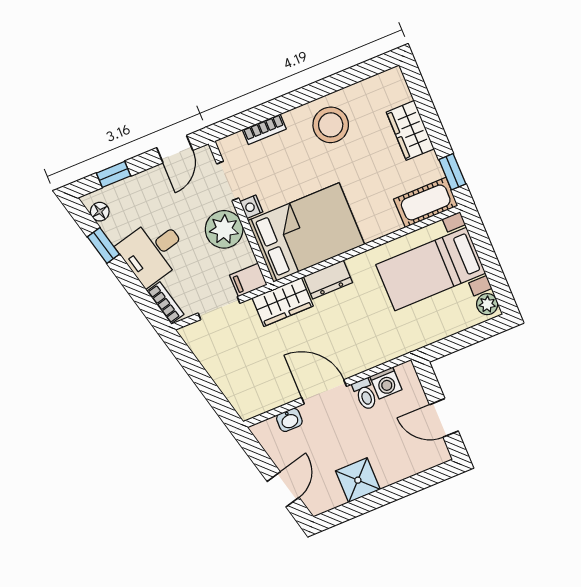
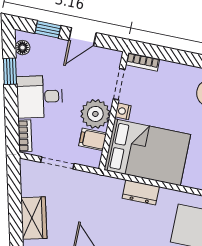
bookcase: (264, 129) -> (143, 62), moved
door: (175, 149) -> (83, 37), moved
filing cabinet: (248, 280) -> (93, 139), moved
wardrobe: (283, 302) -> (34, 218), moved, turned -104

